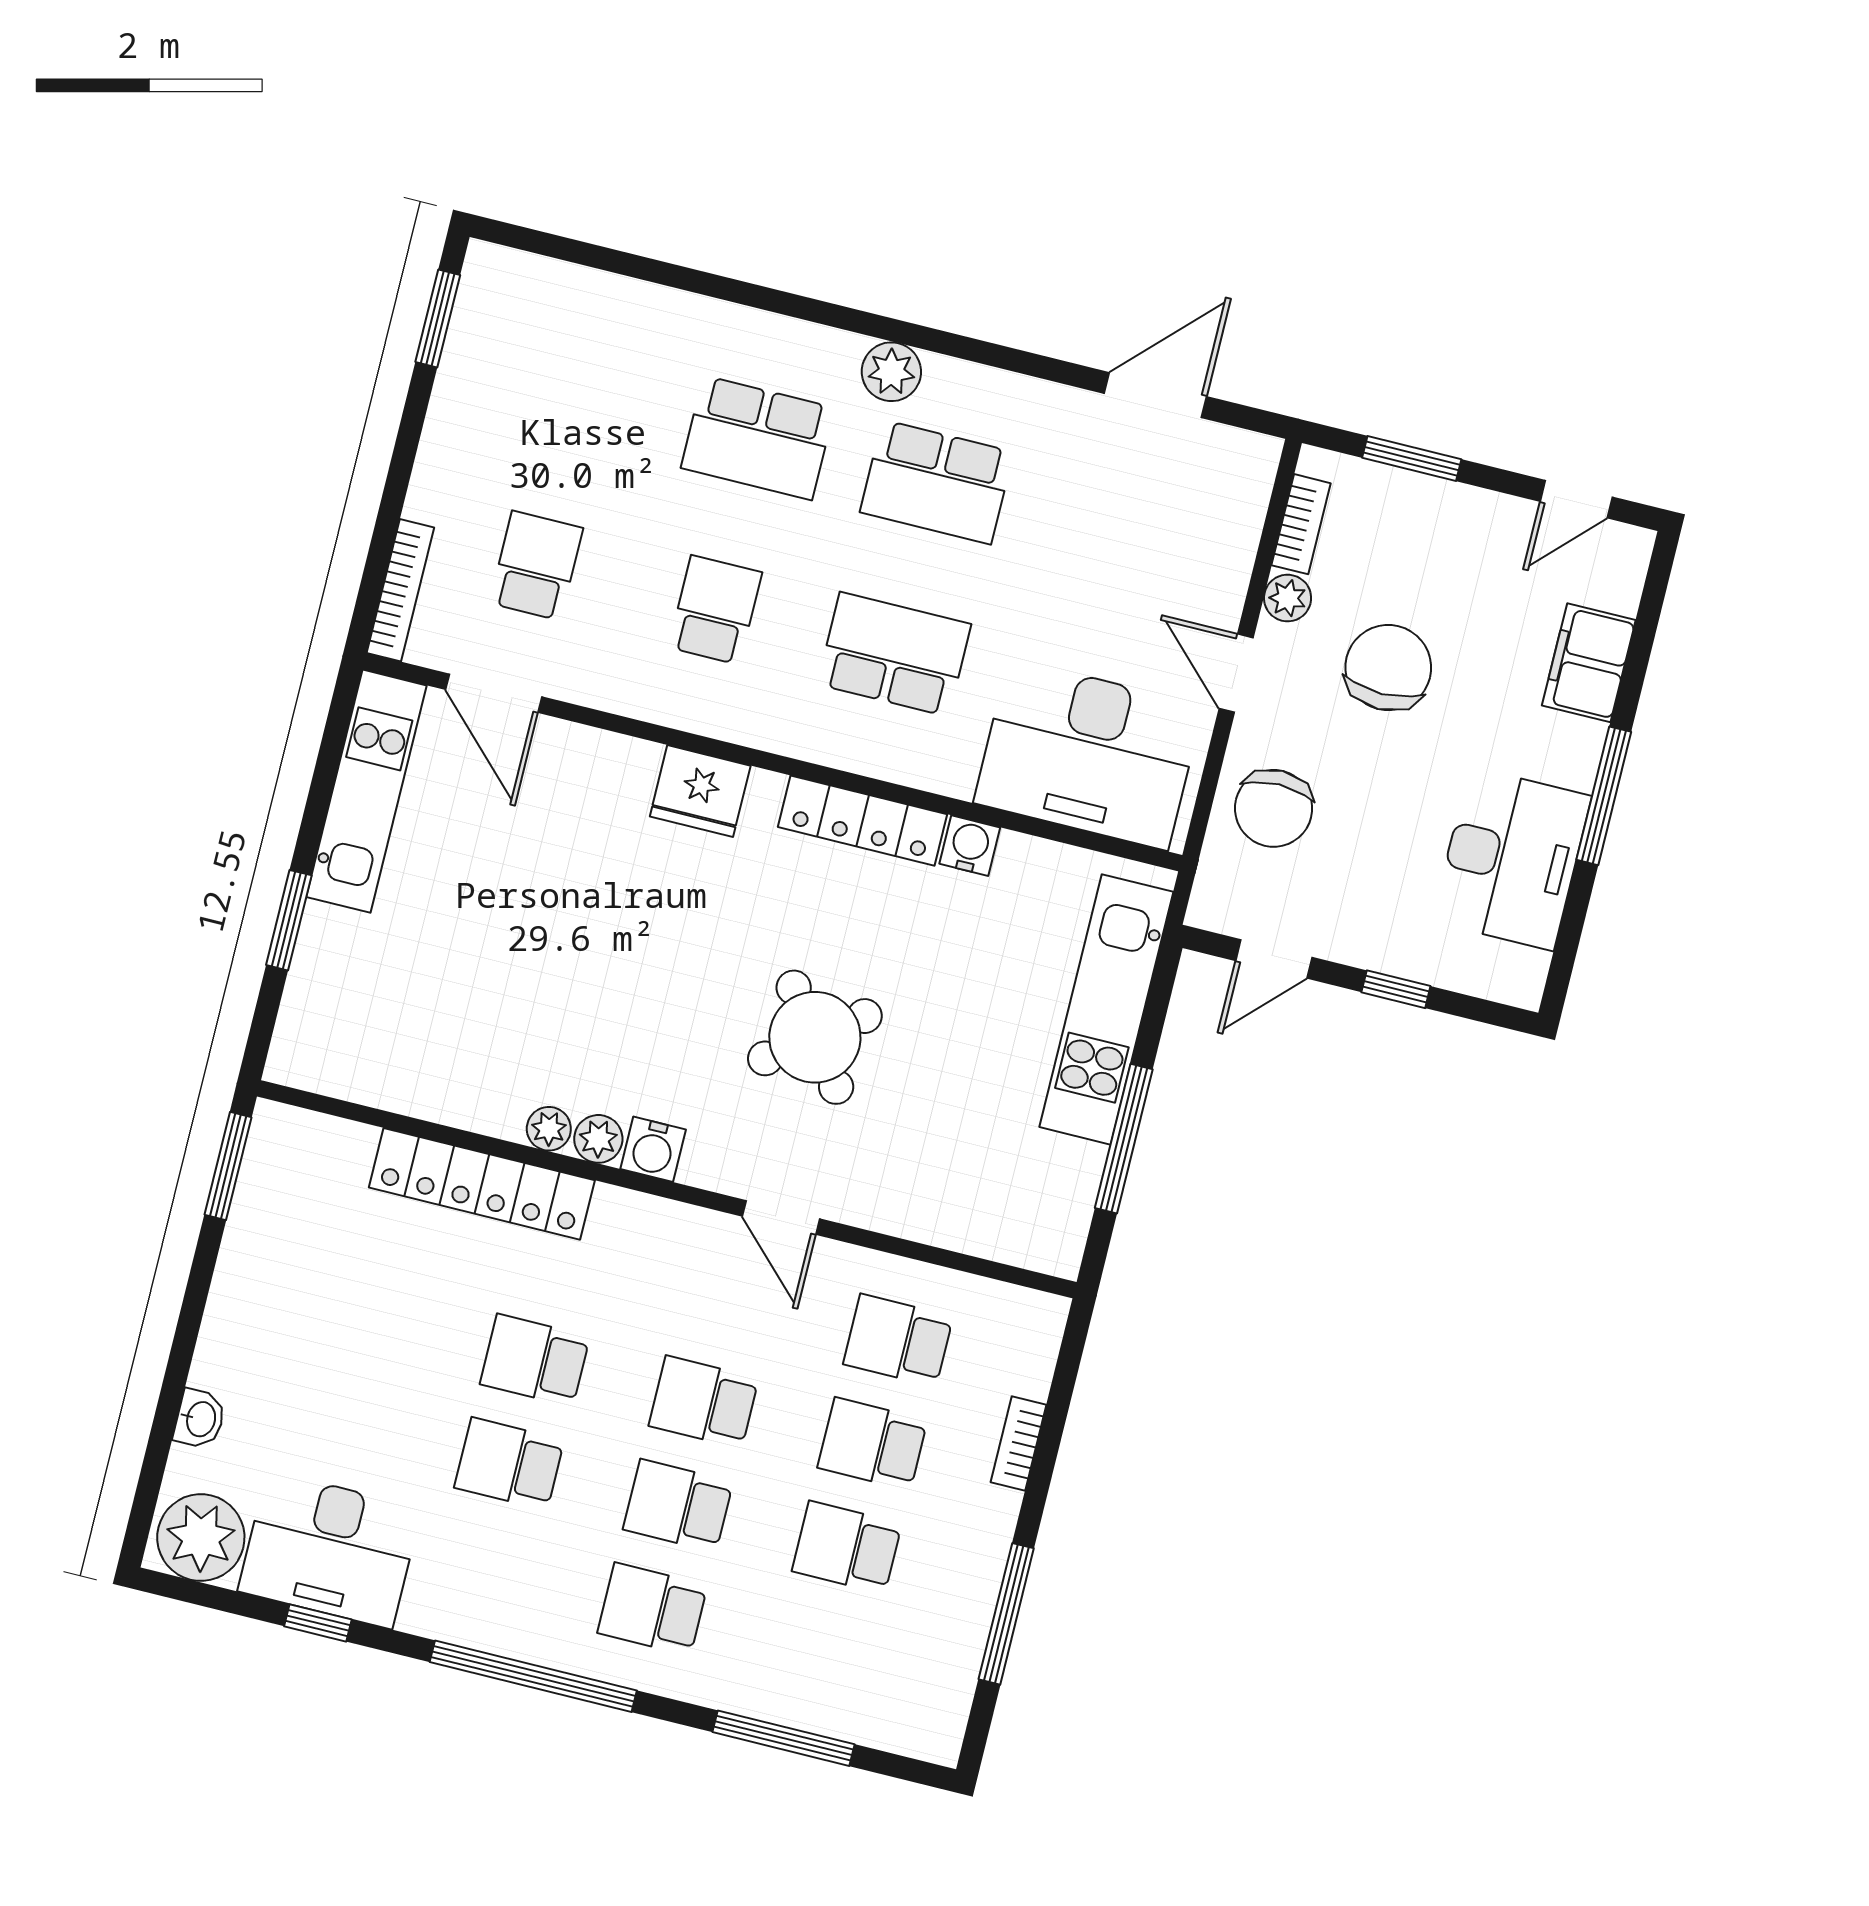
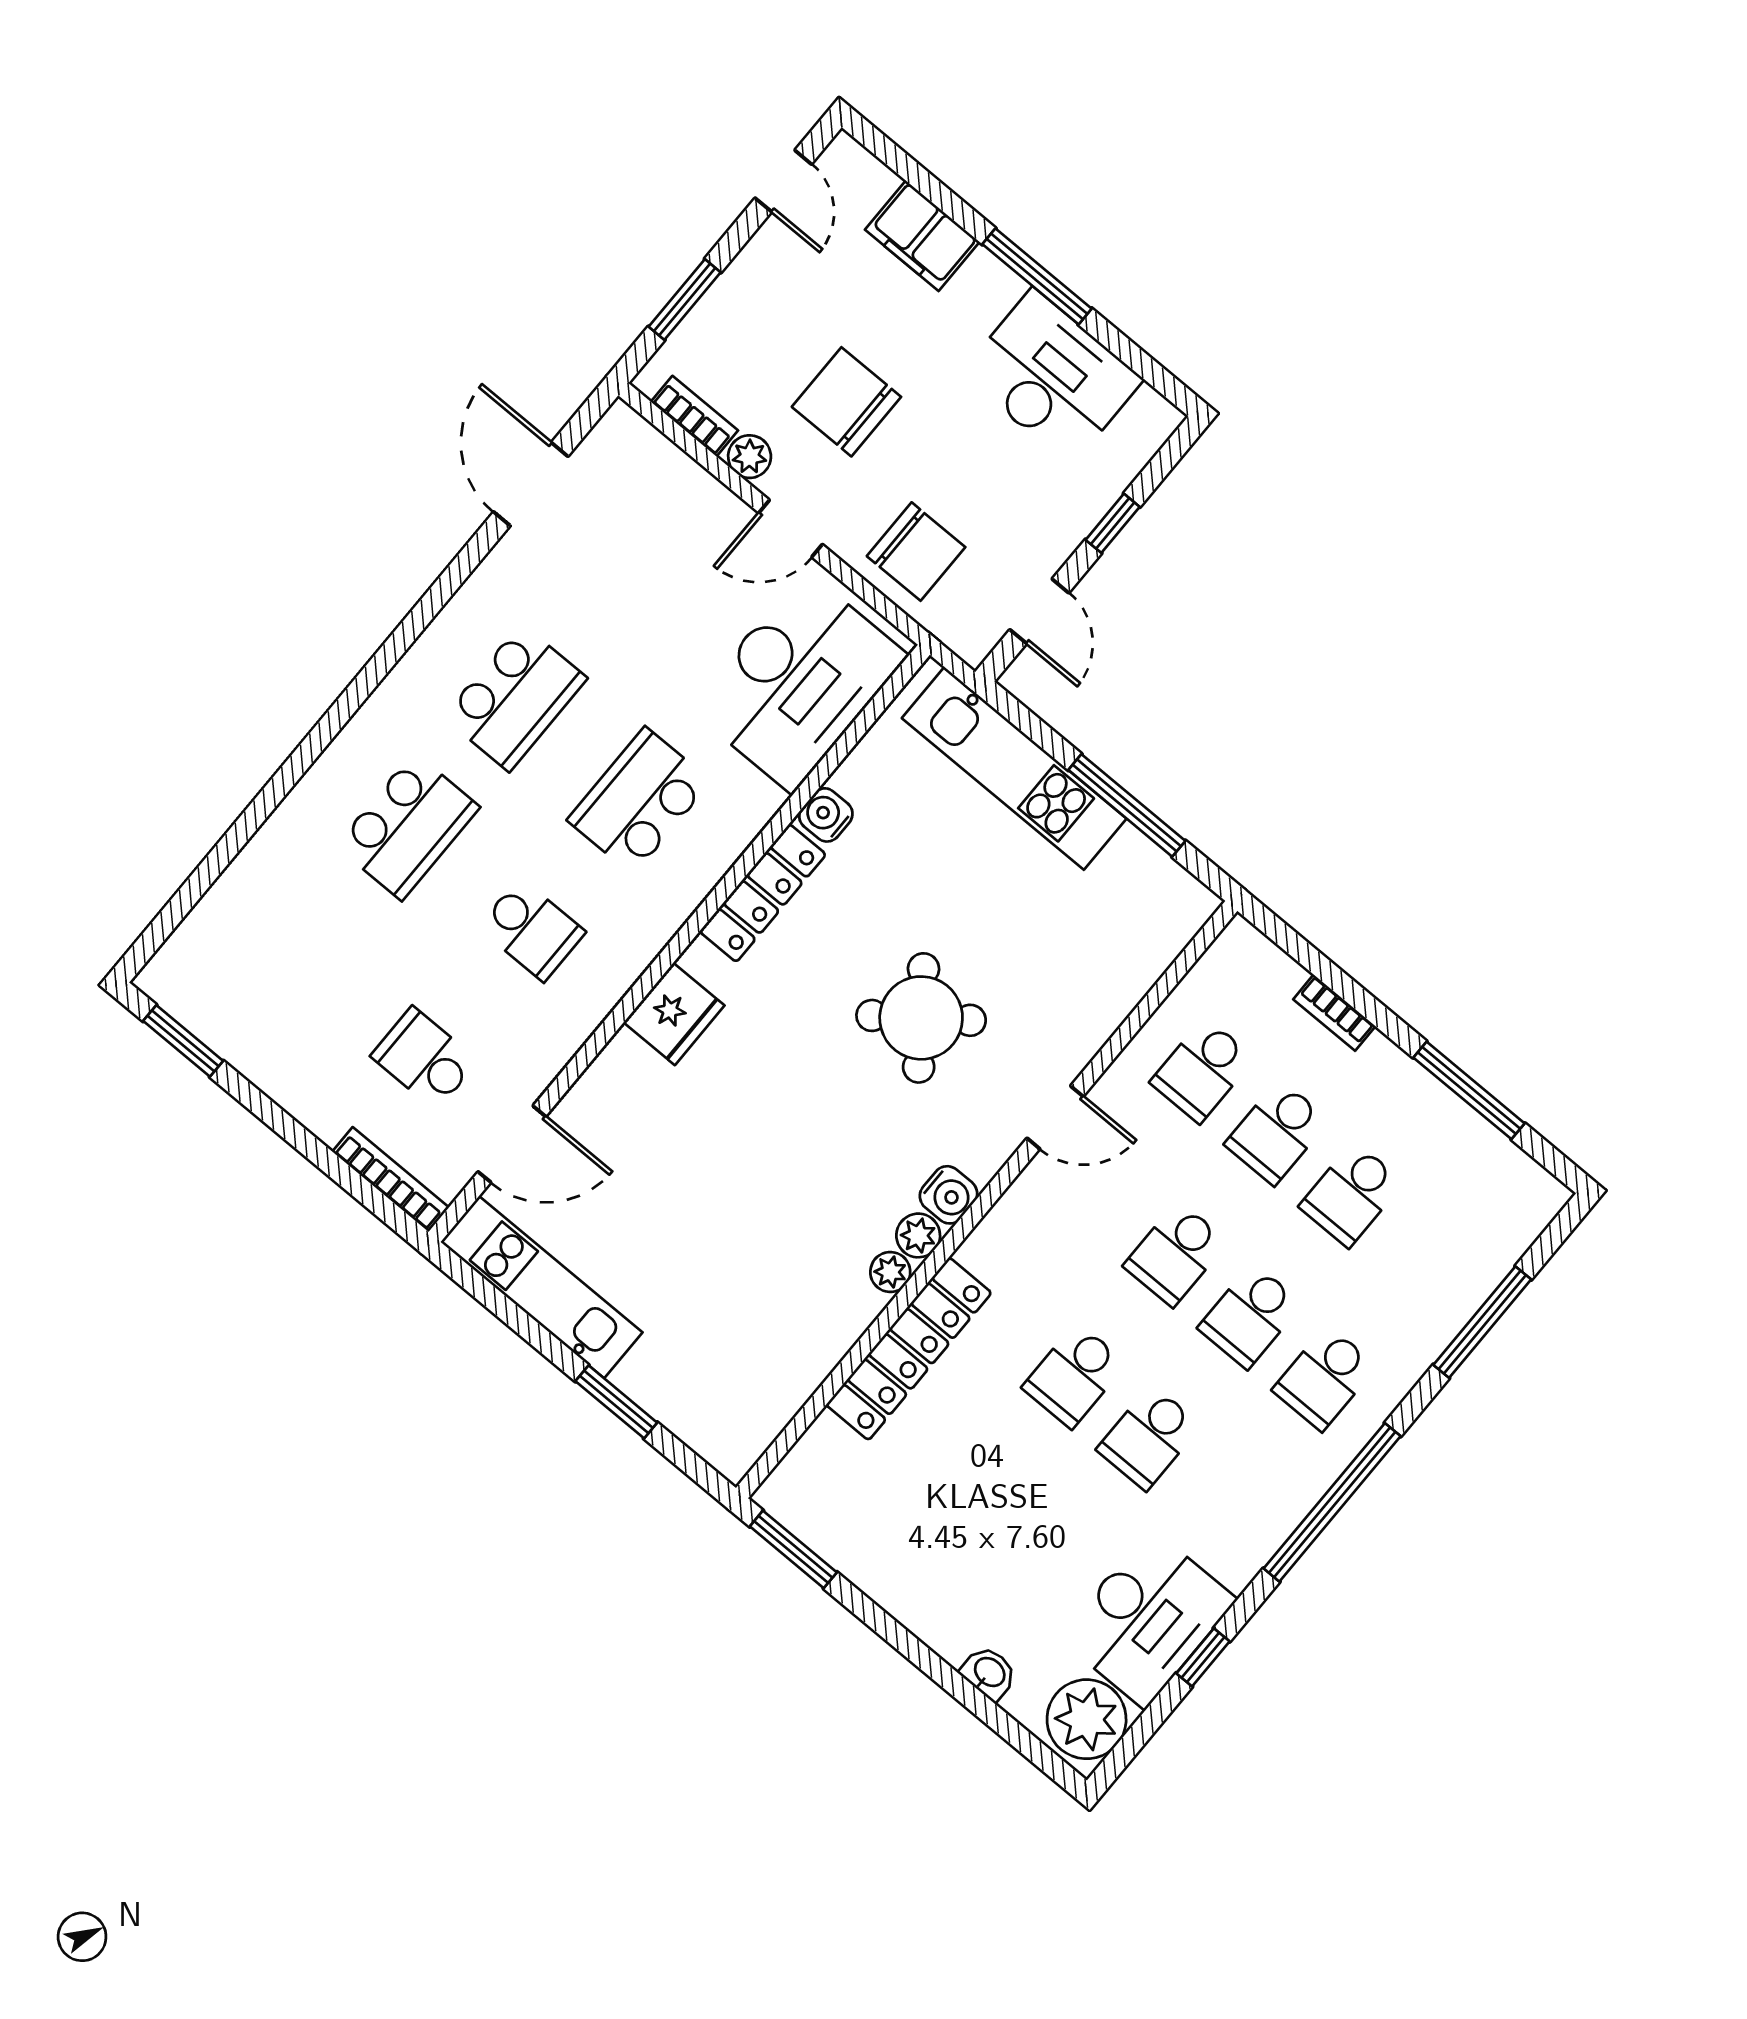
plant: (891, 372) -> (407, 691), removed
school desk: (715, 610) -> (532, 930), turned 180

